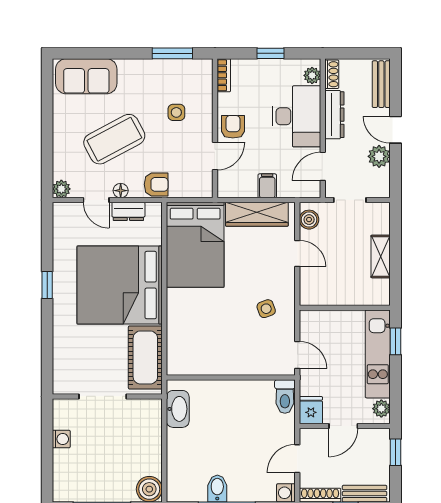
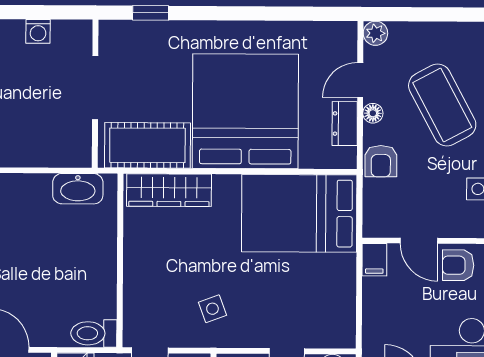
armchair: (233, 127) -> (458, 265), turned 180
filing cabinet: (267, 186) -> (374, 260), moved, turned 90
wardrobe: (257, 214) -> (169, 190), moved, turned -90
window: (47, 285) -> (151, 13), moved

